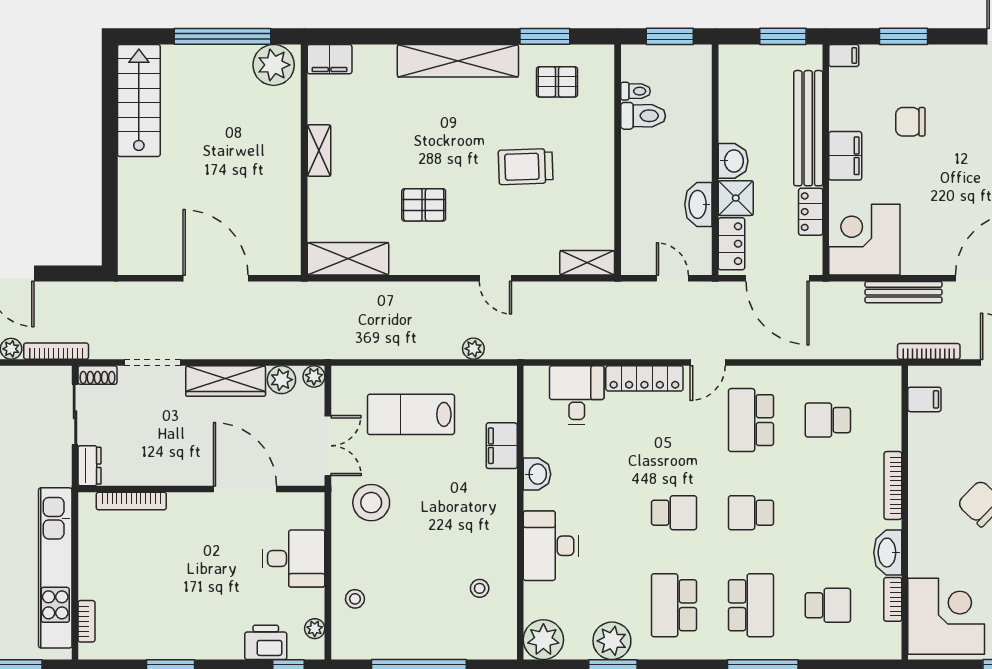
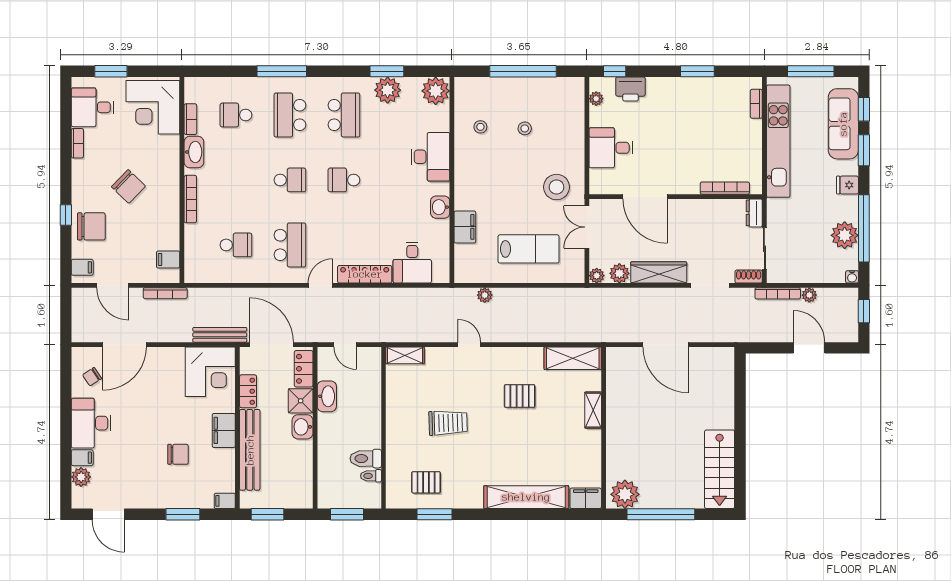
shelving: (458, 61) -> (526, 497), moved
shelving: (319, 151) -> (593, 410), moved
bench: (904, 292) -> (220, 335), moved
stool: (355, 599) -> (525, 128), moved

